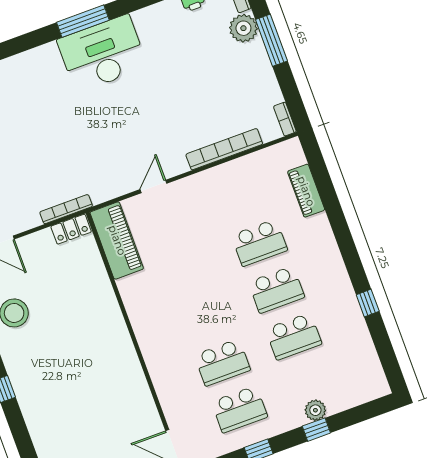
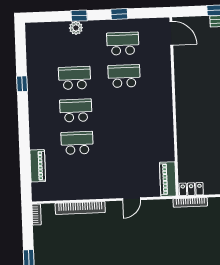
piano: (117, 240) -> (168, 179), width x0.73, depth x0.75

